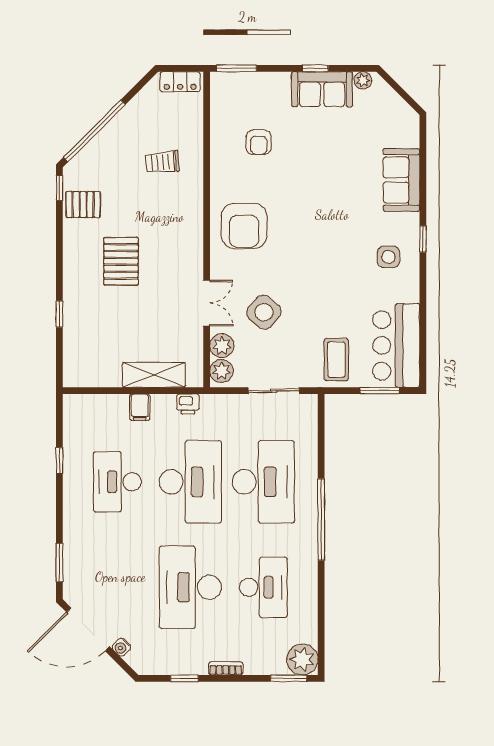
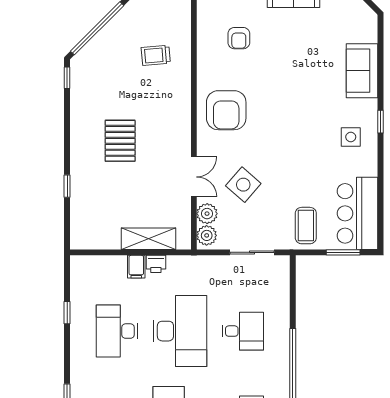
pallet: (83, 205) -> (87, 92), removed
printer: (188, 404) -> (156, 264), moved
desk: (263, 482) -> (243, 331), width x0.53, depth x0.77

